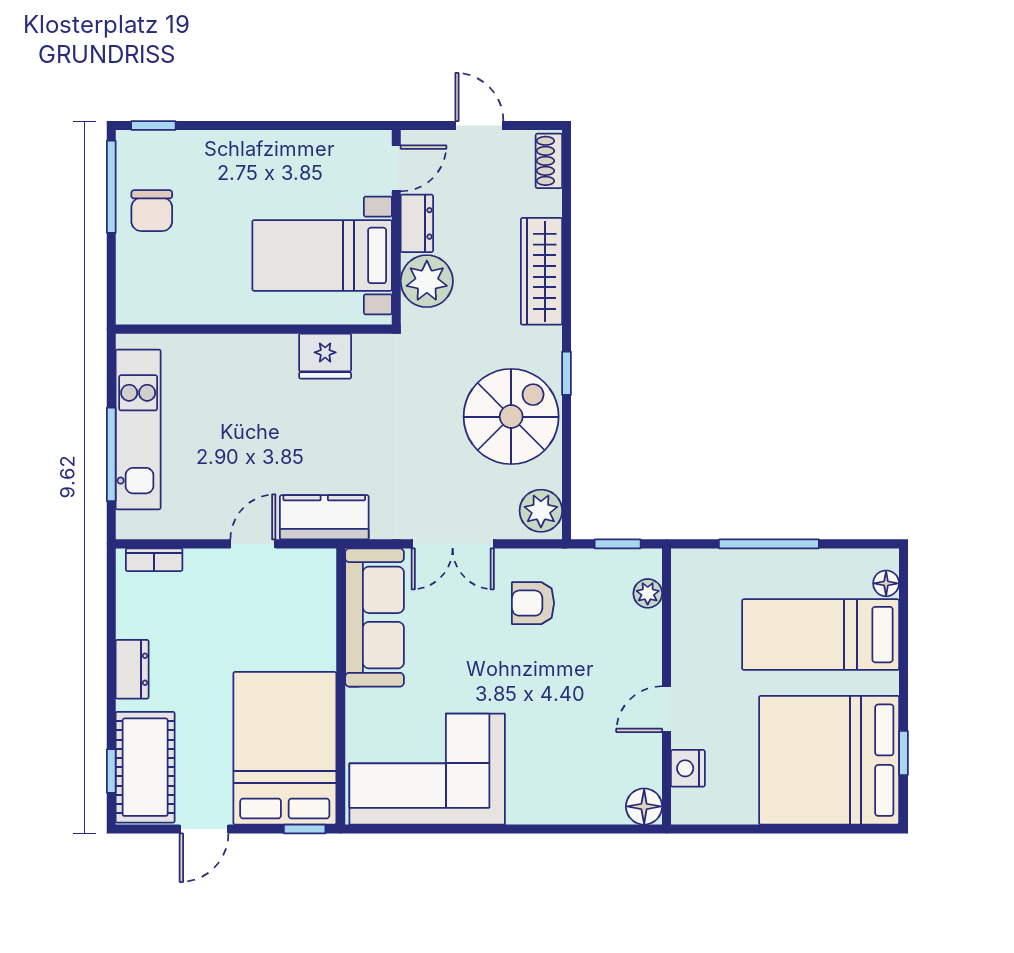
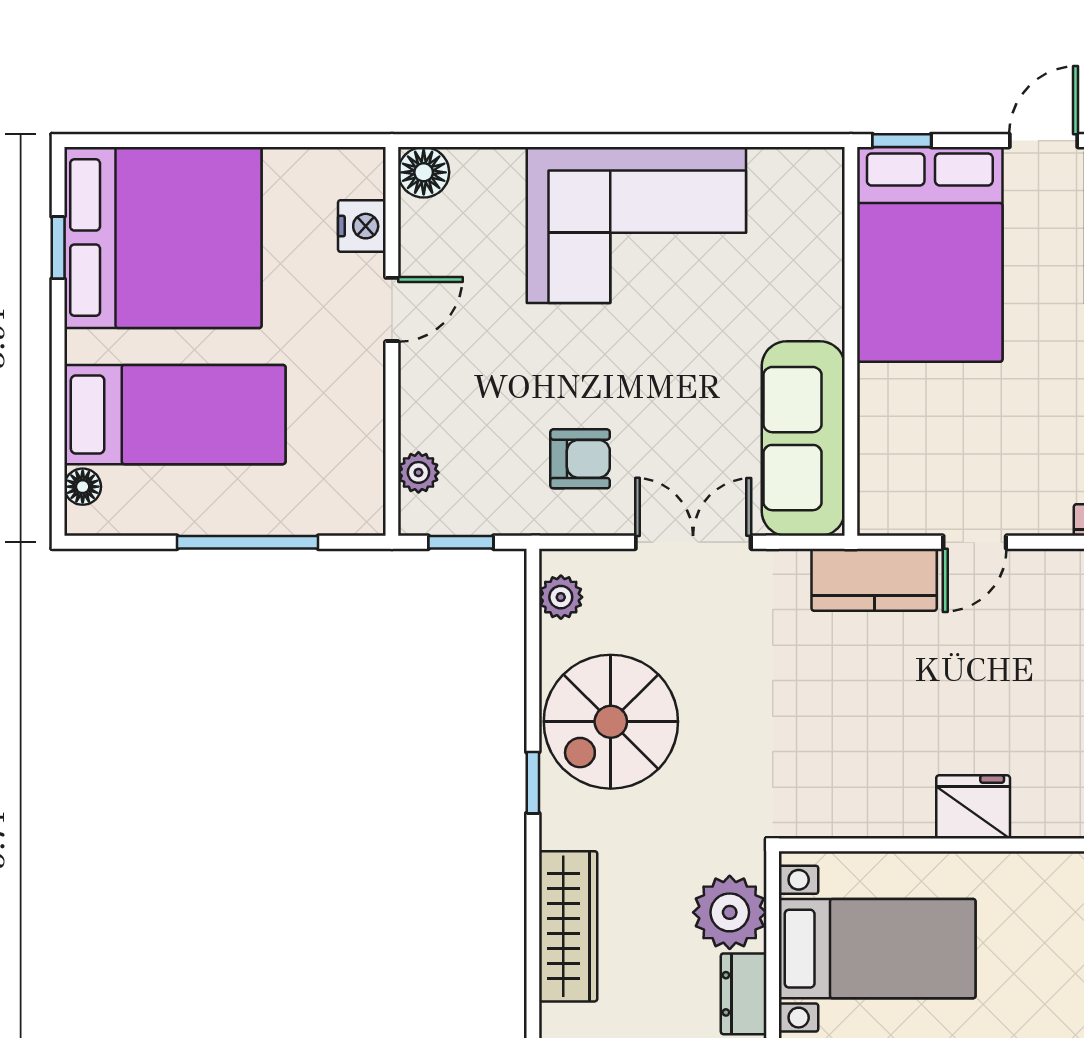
fridge: (325, 356) -> (973, 807), moved
plant: (541, 511) -> (561, 597), width x0.73, depth x0.73
corner sofa: (427, 769) -> (636, 225), moved

